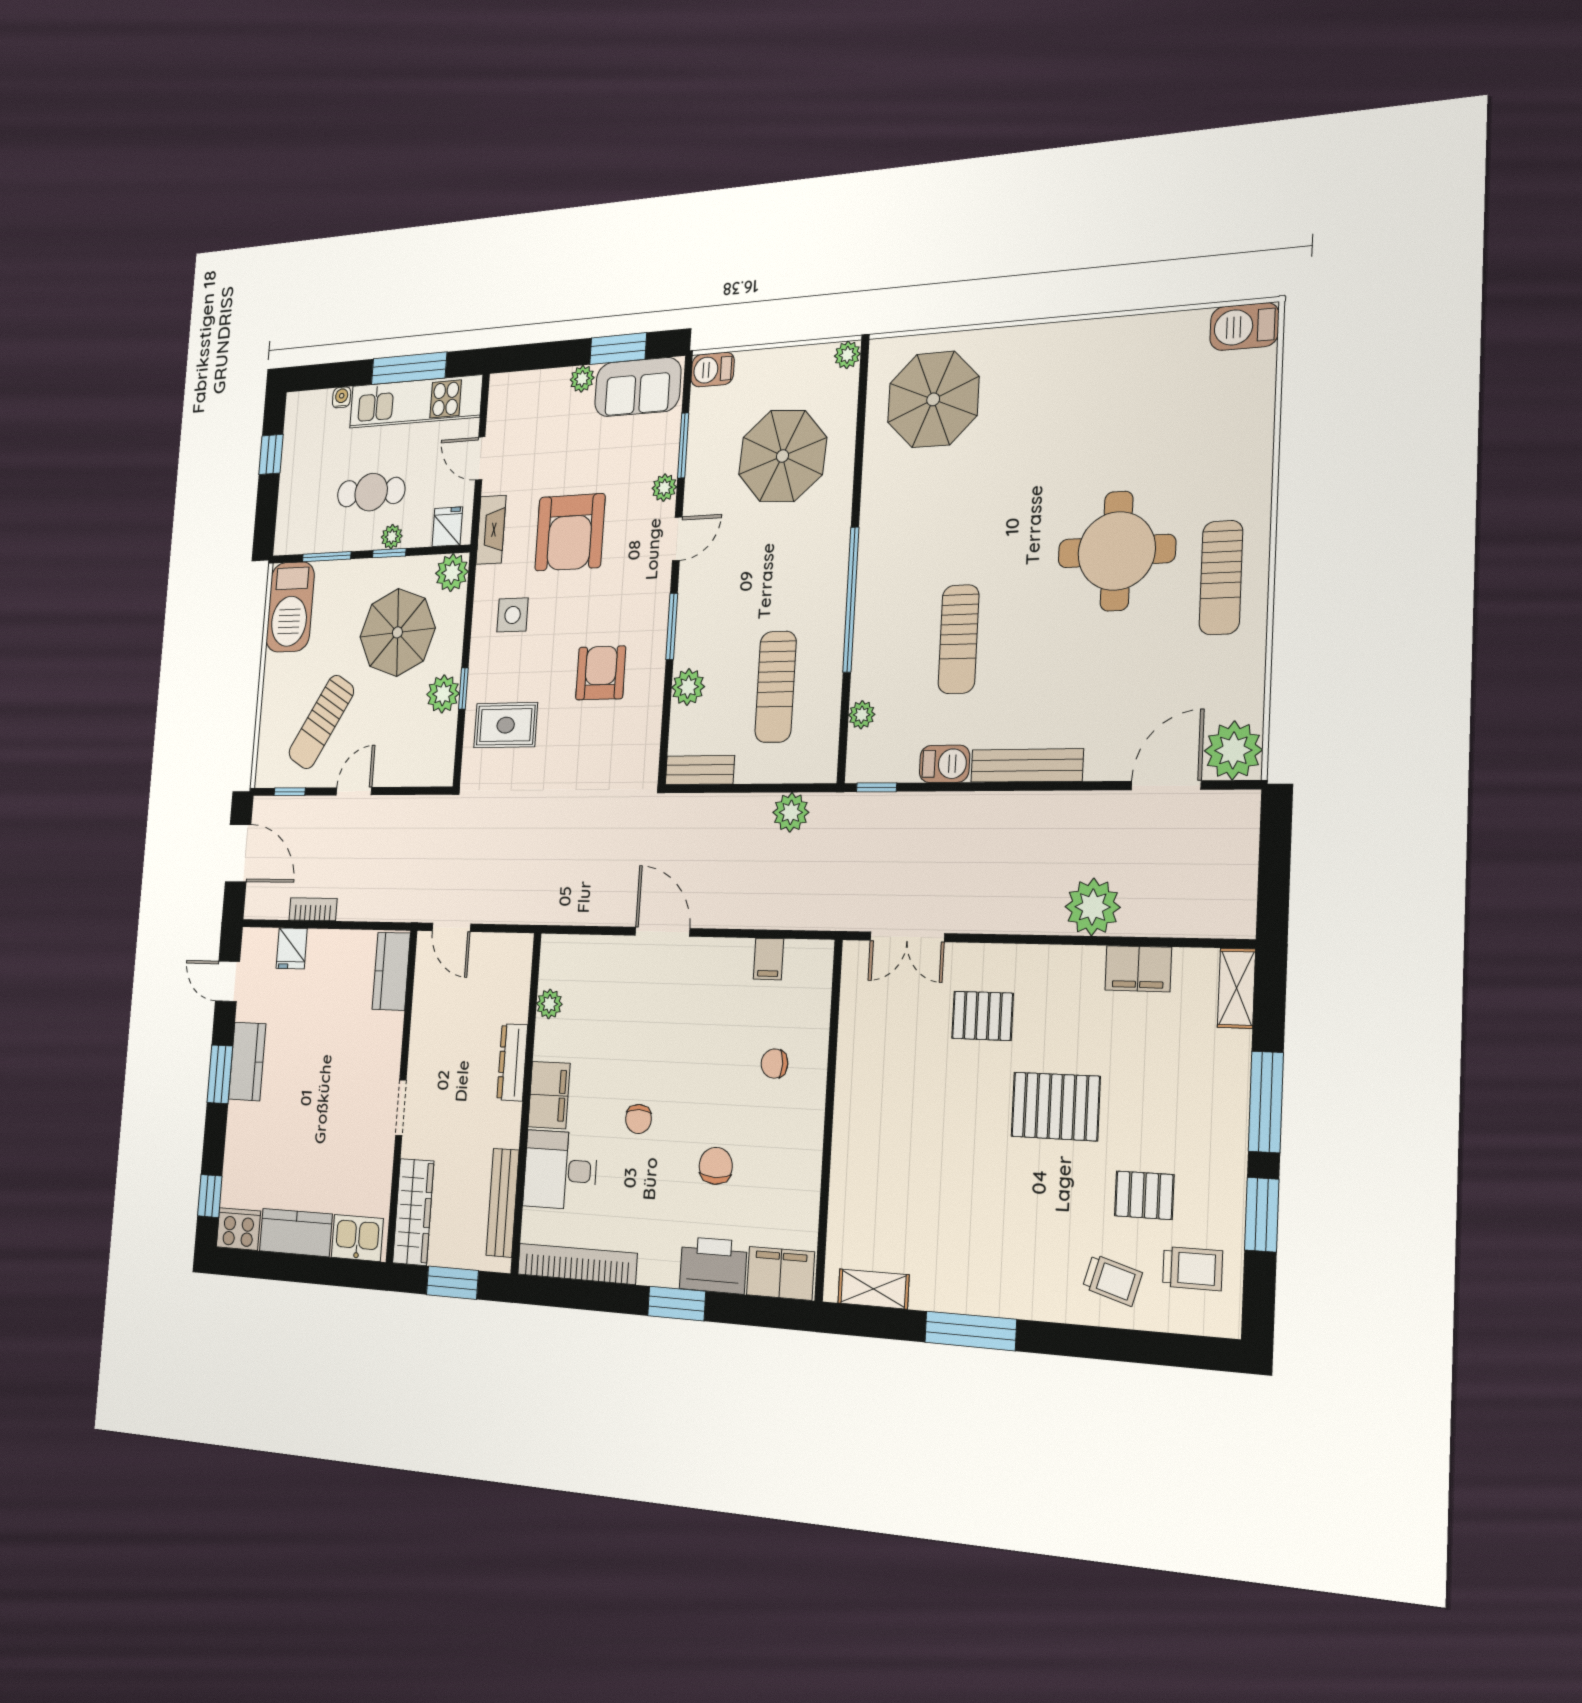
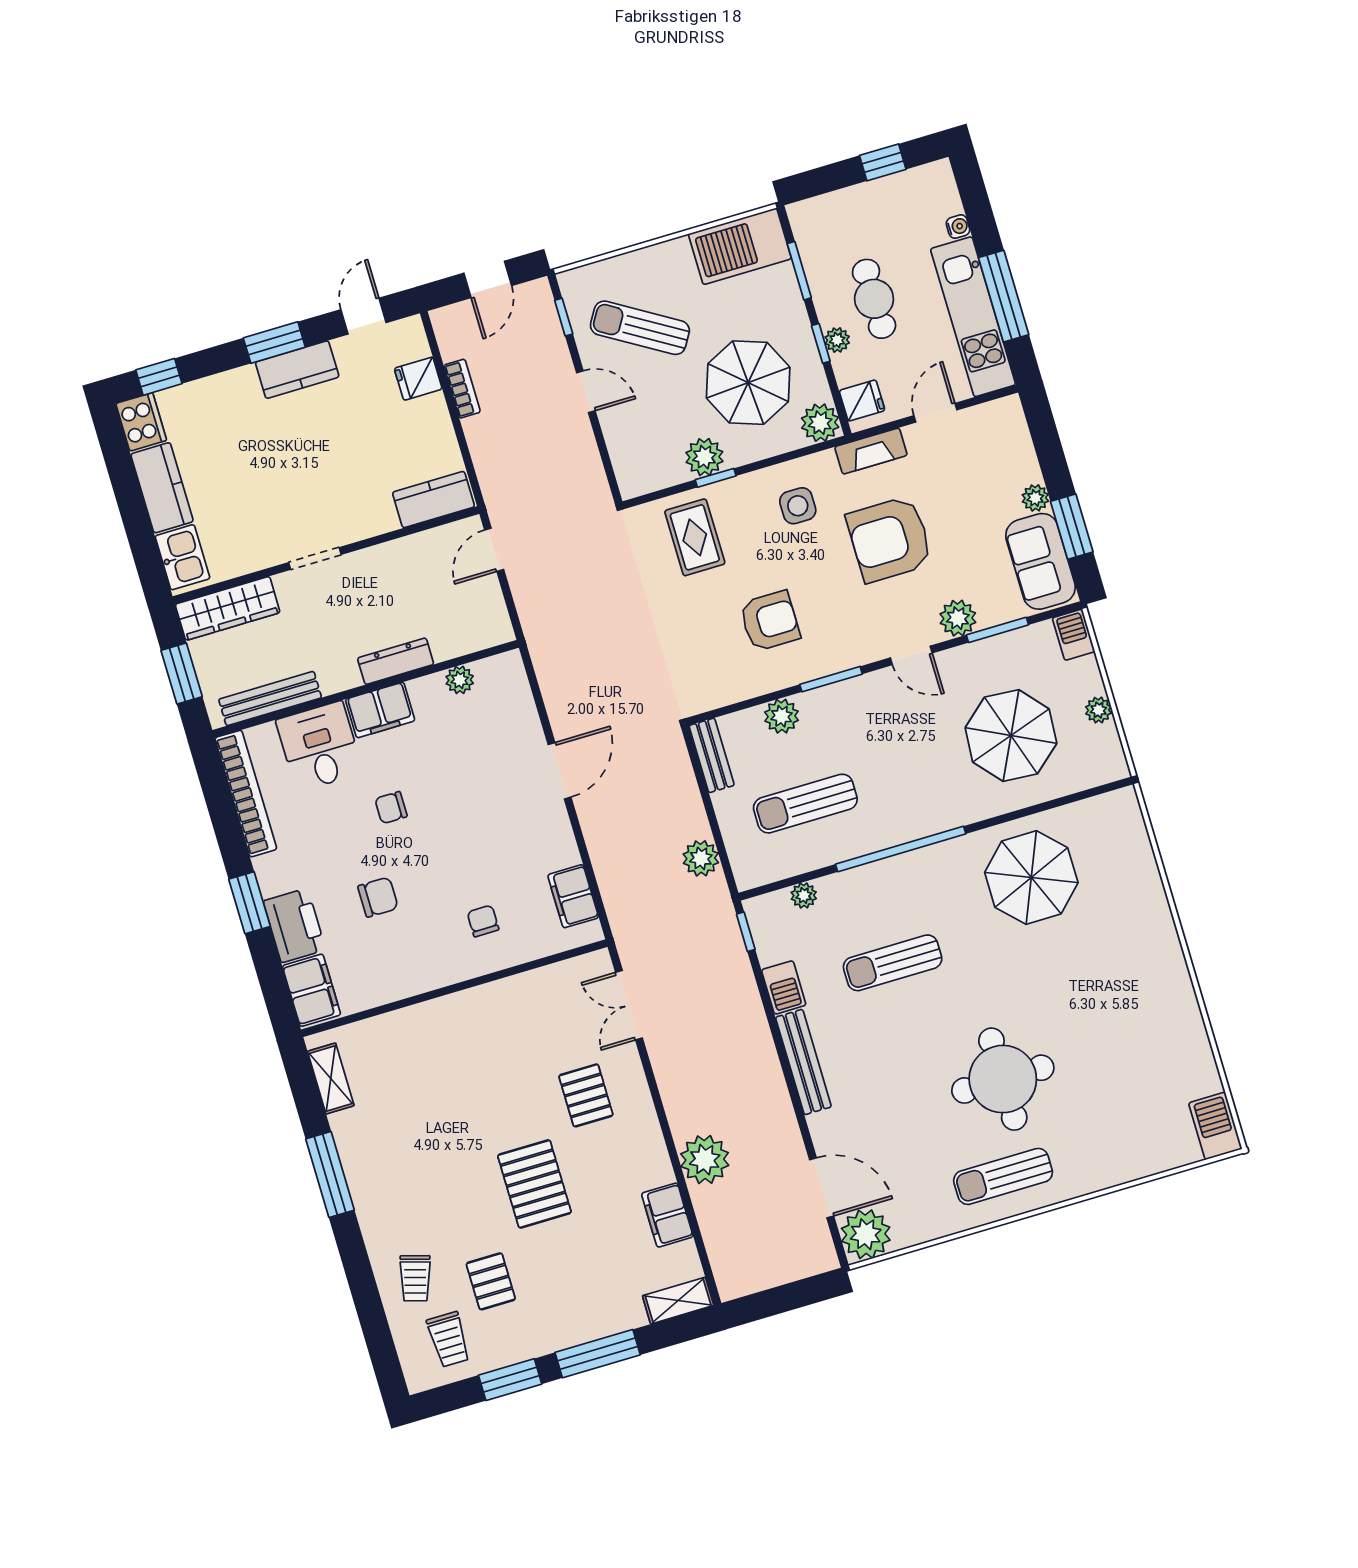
plant: (847, 355) -> (1098, 710), moved
parasol: (933, 399) -> (1031, 878), moved
plant: (664, 488) -> (958, 618), width x1.38, depth x1.38
door: (238, 853) -> (488, 279), width x0.73
filing cabinet: (768, 959) -> (573, 896), width x2.00

